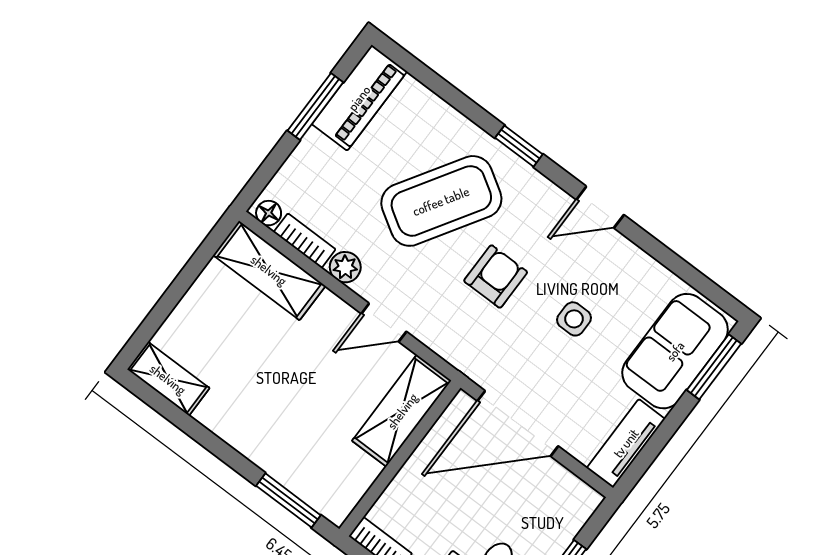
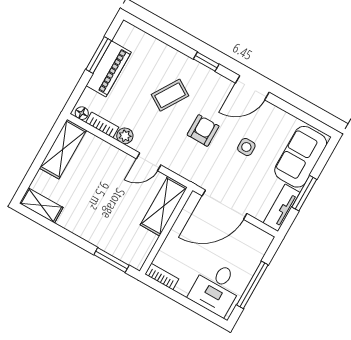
piano: (359, 98) -> (109, 69), moved
coffee table: (441, 201) -> (170, 95), width x0.54, depth x0.58
door: (600, 207) -> (252, 88), width x1.38
shelving: (269, 270) -> (63, 149), moved, turned 90
window: (714, 367) -> (304, 193), moved

